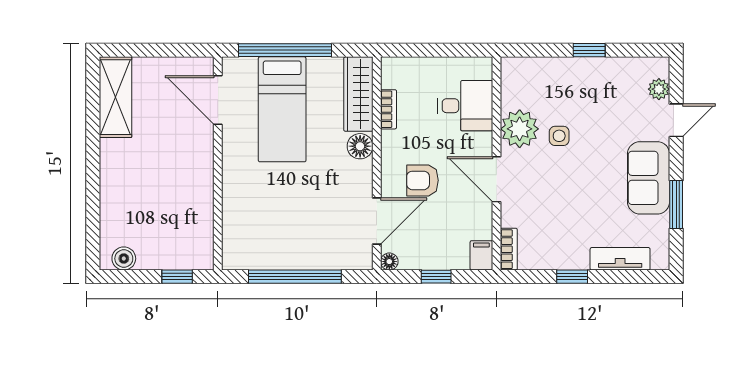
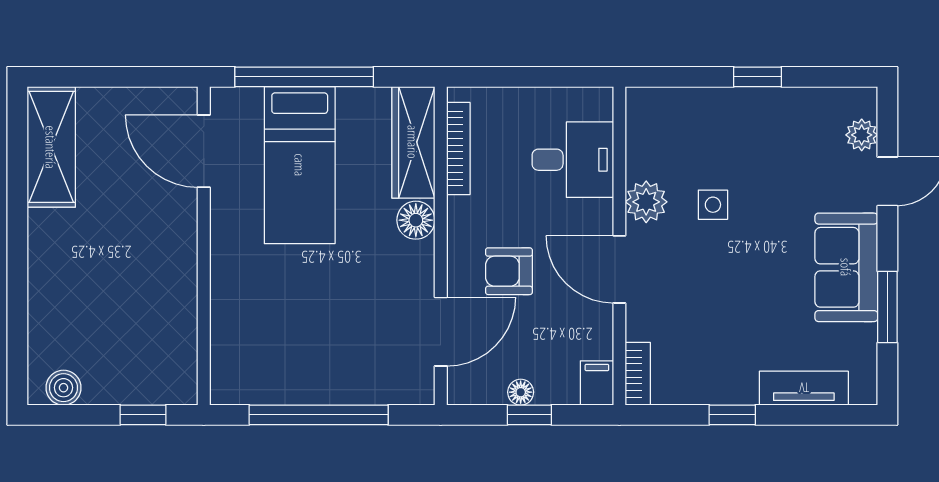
bookcase: (388, 109) -> (458, 148), width x1.56
plant: (520, 129) -> (646, 202), width x0.73, depth x0.73
floor lamp: (389, 262) -> (521, 392), moved

